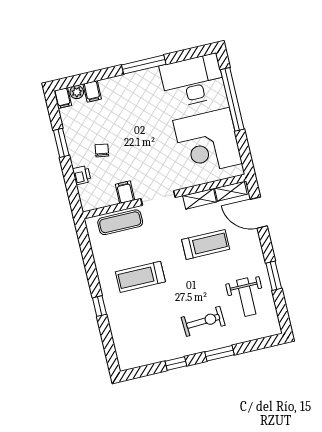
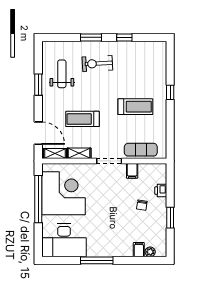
filing cabinet: (63, 98) -> (161, 250), removed
window: (232, 99) -> (38, 199), moved

